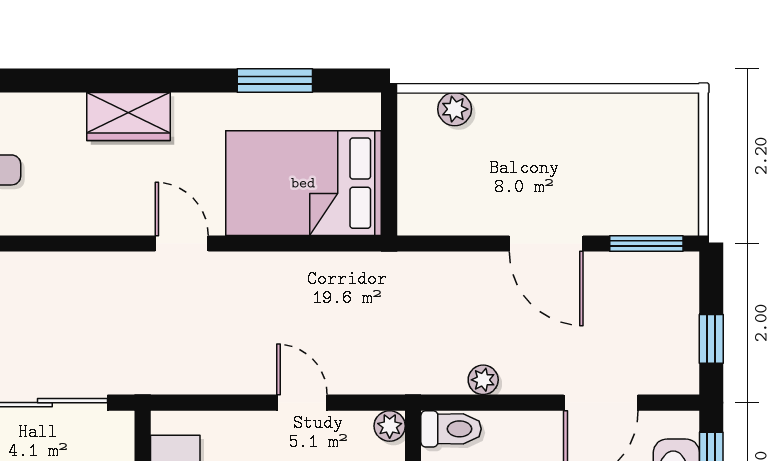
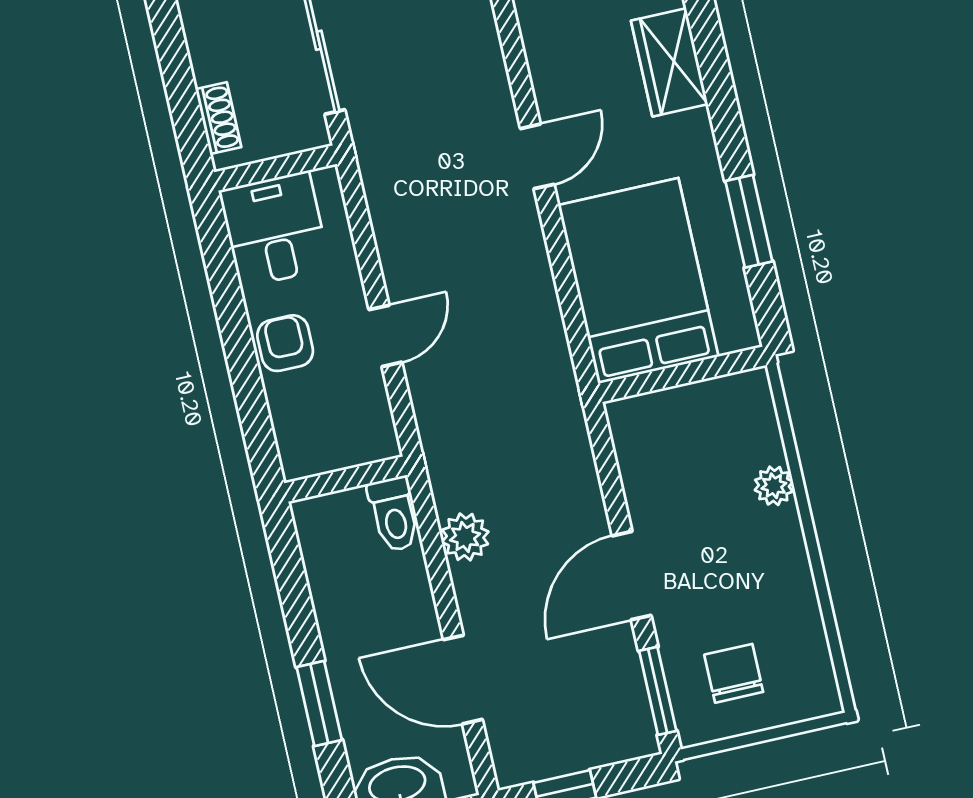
plant: (455, 109) -> (774, 486), moved
chair: (646, 177) -> (734, 673), added
plant: (483, 380) -> (465, 537), width x1.38, depth x1.38
plant: (390, 426) -> (381, 443), removed

